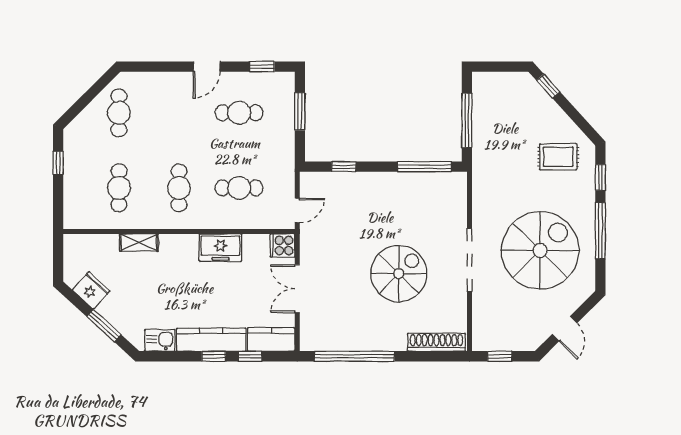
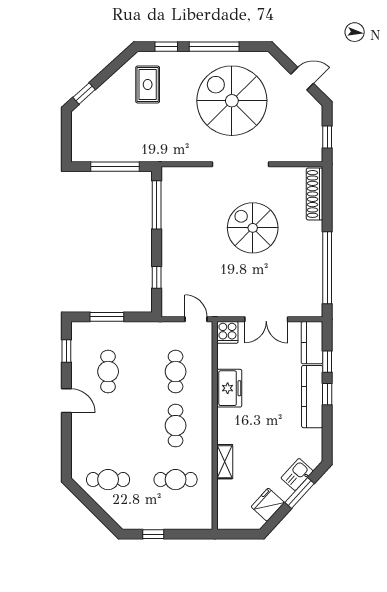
cafe table: (179, 188) -> (176, 426), turned 90
kitchen sink: (160, 340) -> (297, 475), moved, turned 42

